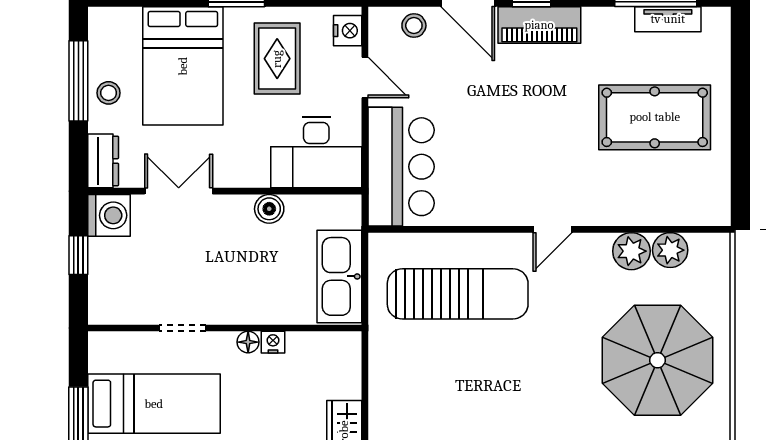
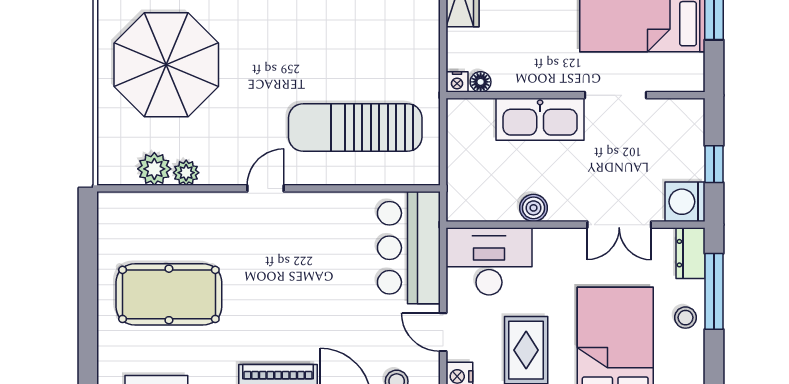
window: (78, 81) -> (714, 291), moved
plant: (631, 251) -> (186, 173), width x0.73, depth x0.73
kitchen sink: (339, 276) -> (540, 119), moved, turned 90
doorway: (182, 328) -> (616, 95), width x1.38
floor lamp: (248, 342) -> (481, 82), moved
nightstand: (273, 342) -> (457, 82), moved

